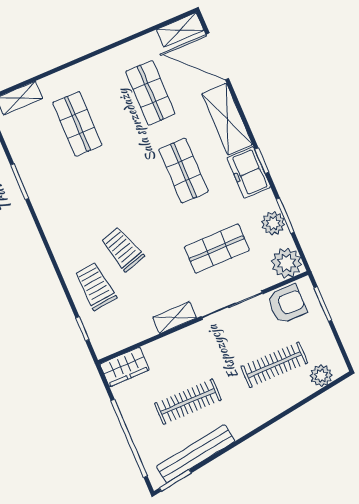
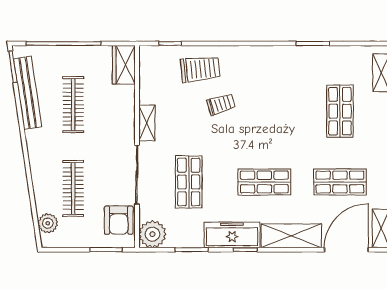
shop shelf: (77, 124) -> (340, 111), turned 90
freezer: (249, 172) -> (232, 235), width x1.40
plant: (273, 223) -> (190, 237), removed
trolley: (123, 249) -> (221, 104), width x0.73, depth x0.72

